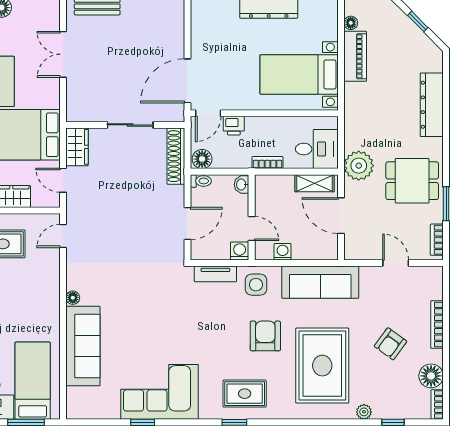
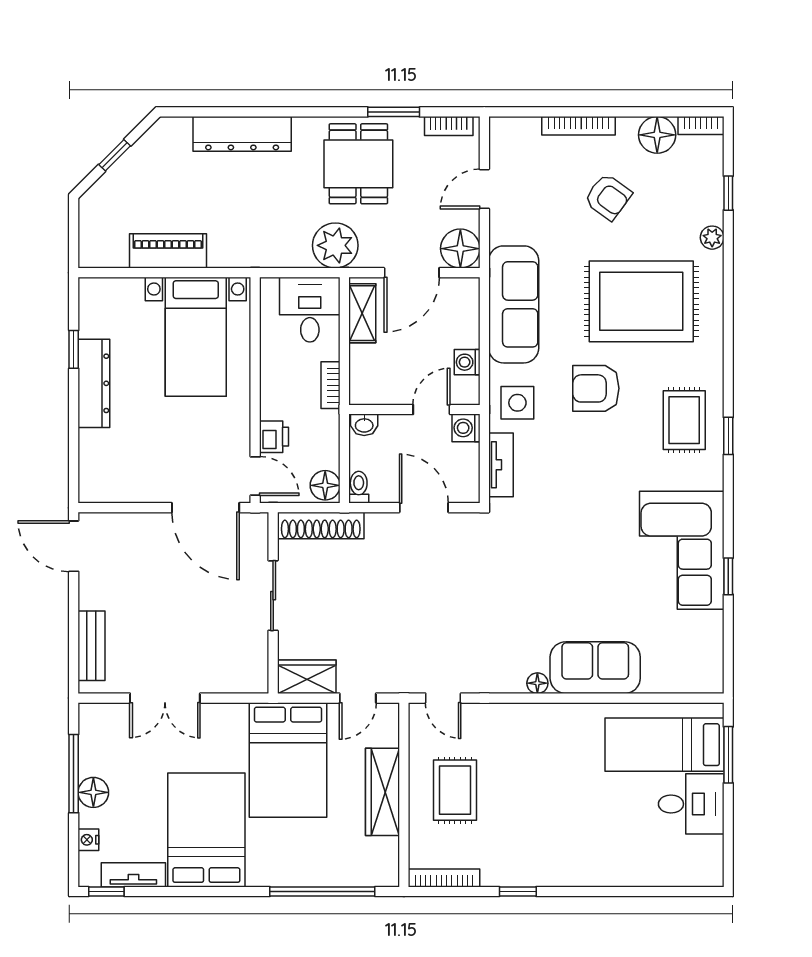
floor lamp: (351, 23) -> (460, 249), moved, width x1.89, depth x1.89
sofa: (83, 346) -> (595, 668), width x0.73

